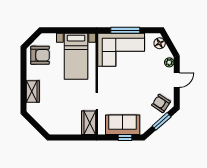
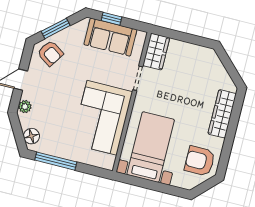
window: (125, 30) -> (56, 161), moved
corner sofa: (121, 50) -> (102, 118), moved, turned -90
wardrobe: (33, 91) -> (222, 114), width x1.50

